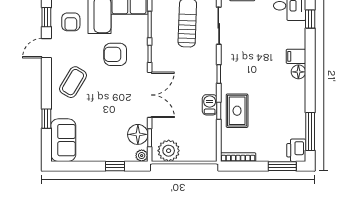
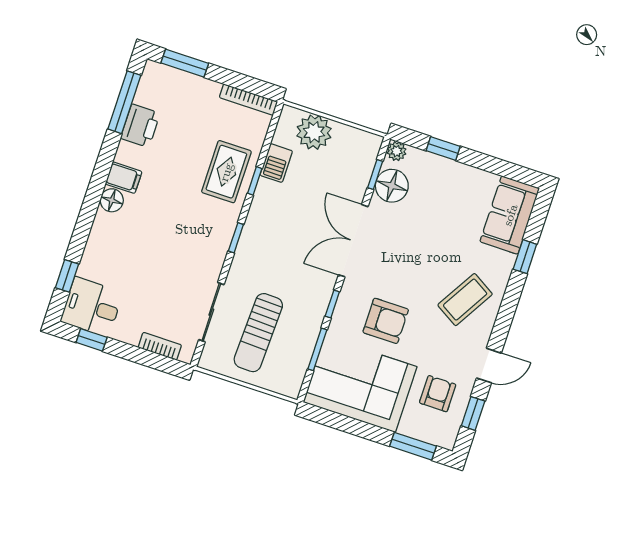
filing cabinet: (296, 56) -> (124, 178), moved
barbecue: (210, 105) -> (276, 163), moved
printer: (296, 150) -> (140, 126), moved
plant: (169, 151) -> (314, 132), moved

